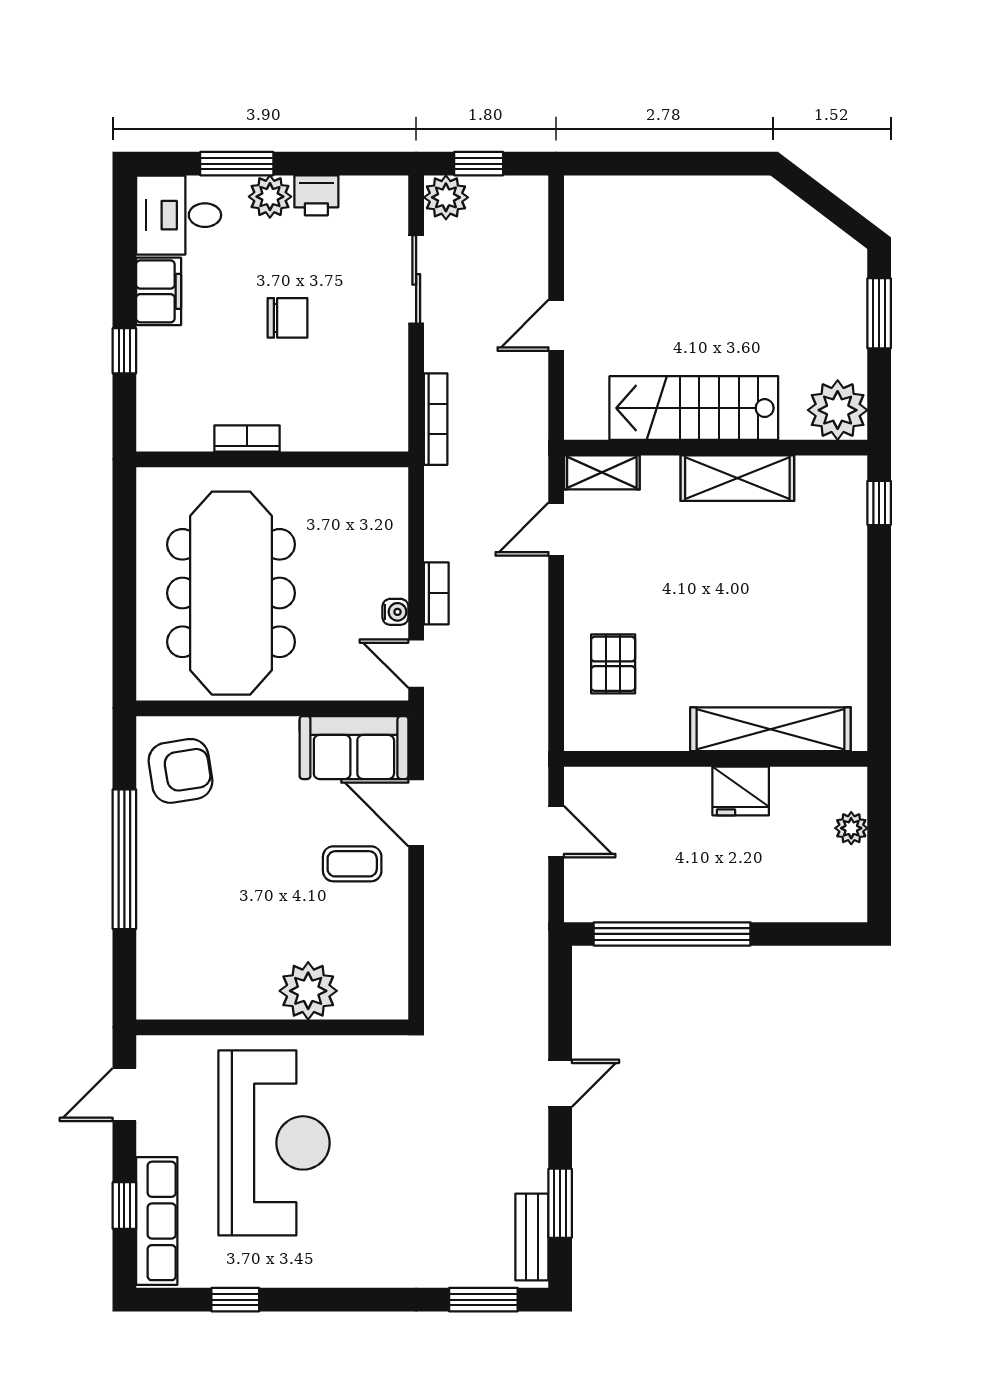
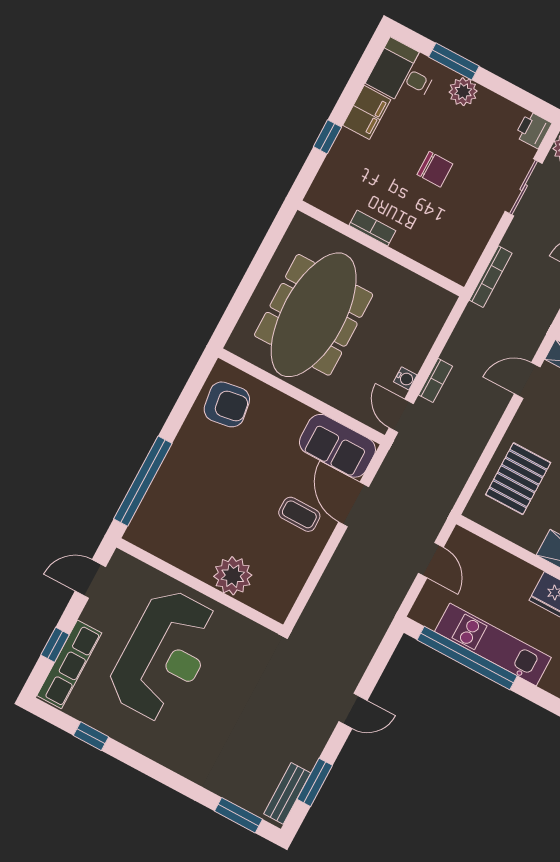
printer: (316, 195) -> (533, 130), moved, turned 90
pallet: (613, 664) -> (518, 479), width x1.50, depth x1.42
window: (124, 859) -> (143, 481), moved
kitchen unit: (696, 898) -> (493, 644), added

